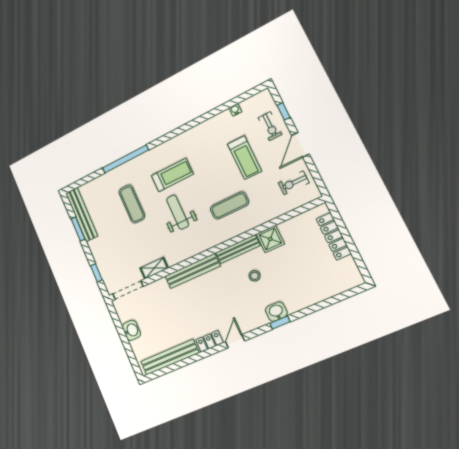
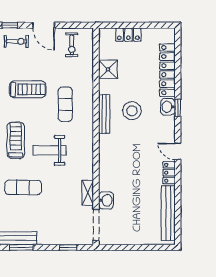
treadmill: (244, 158) -> (28, 89), moved
locker: (334, 236) -> (128, 35), width x0.66
shower: (270, 239) -> (108, 69), moved
bench: (192, 271) -> (105, 160), removed
stool: (255, 276) -> (132, 111), width x1.89, depth x1.89
locker: (315, 294) -> (167, 70), added
washbasin: (131, 330) -> (106, 200), moved, turned 90

